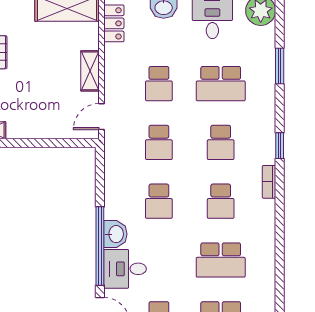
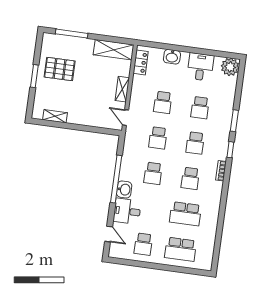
window: (280, 66) -> (234, 121), moved
school desk: (221, 84) -> (200, 108), width x0.54
door: (102, 117) -> (125, 118), hinge flipped
window: (100, 246) -> (116, 179), moved

